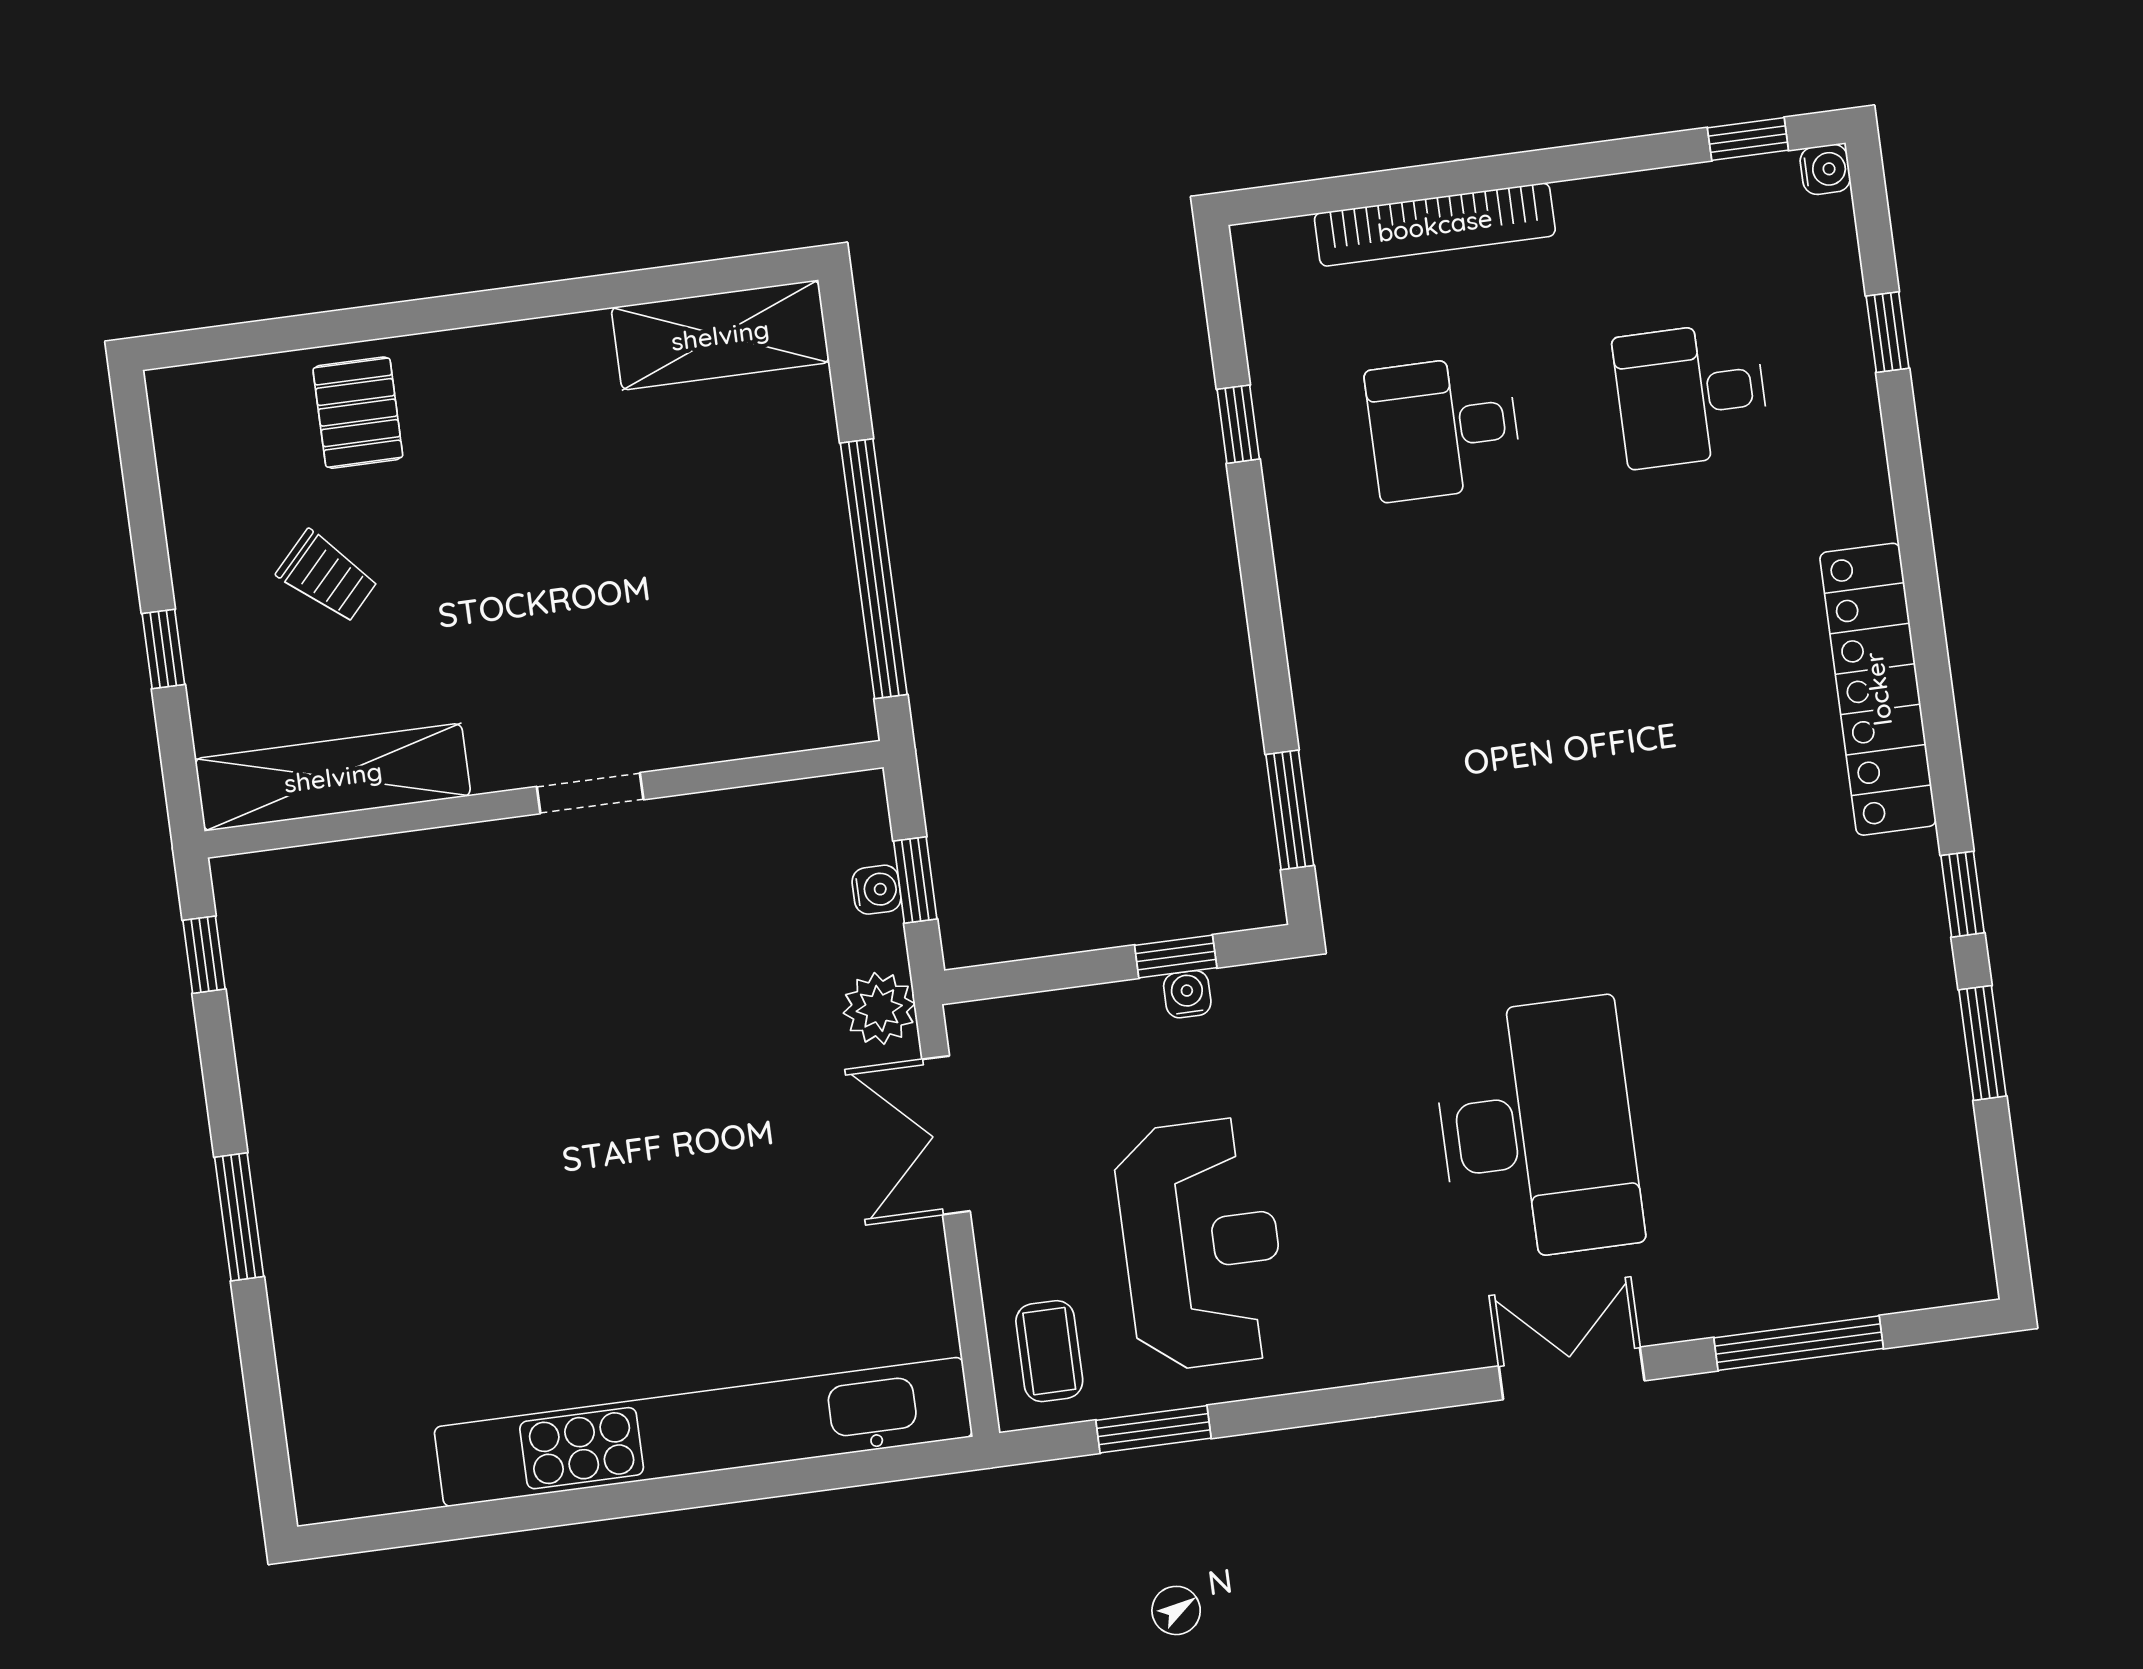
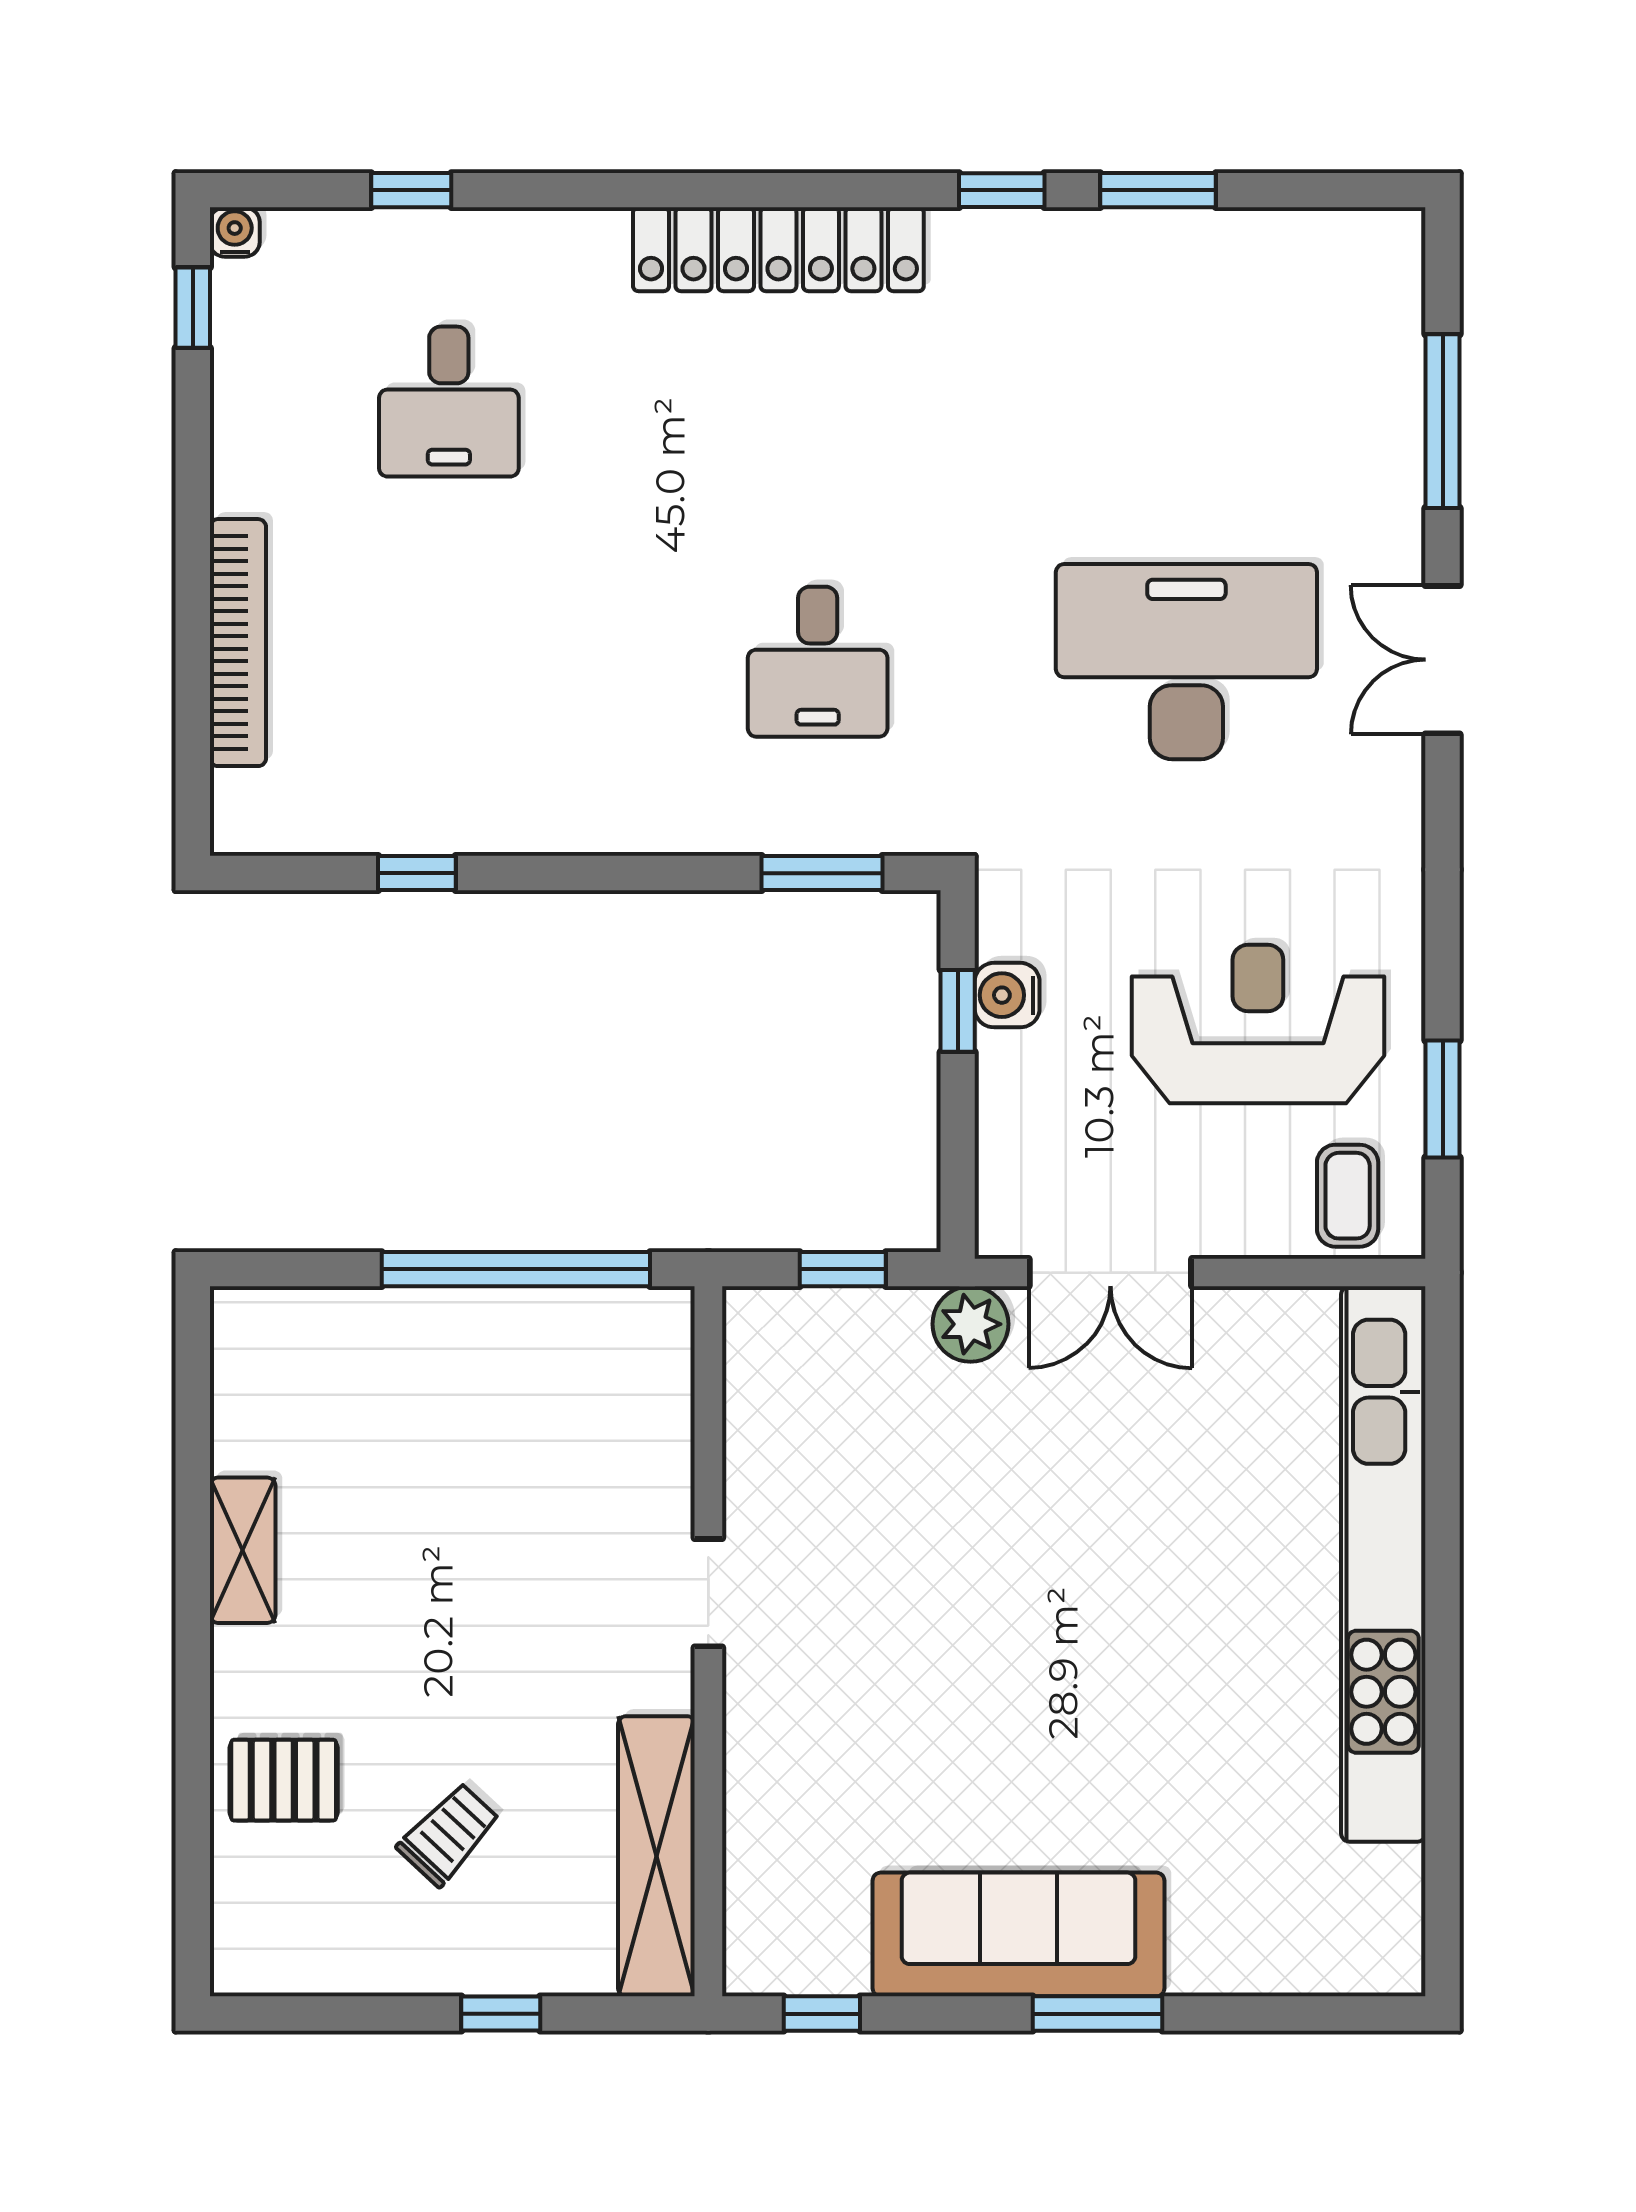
shelving: (720, 335) -> (243, 1550), moved, width x0.67, depth x0.75
desk: (1444, 428) -> (818, 662), moved
water cooler: (877, 890) -> (847, 1310), removed
water cooler: (1187, 994) -> (1007, 995), width x1.38, depth x1.38
sofa: (304, 1132) -> (1018, 1934), added
coffee table: (1049, 1351) -> (1348, 1196), turned 90

